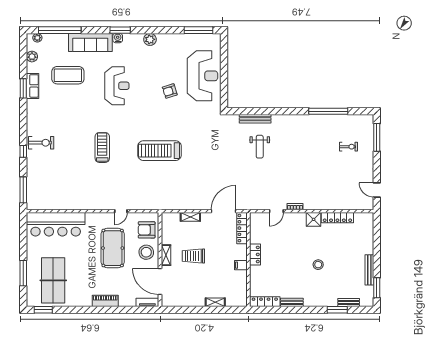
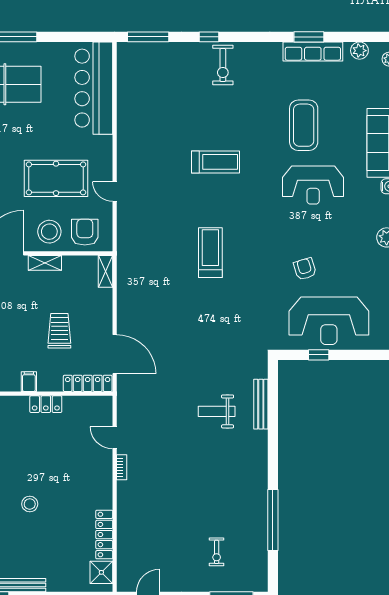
coffee table: (68, 75) -> (304, 125), moved
window: (224, 82) -> (319, 355), added
row of seats: (33, 86) -> (313, 51), width x1.48
treadmill: (159, 151) -> (210, 253), width x0.73, depth x0.73
shelving: (190, 217) -> (105, 271), moved
shower: (314, 219) -> (101, 572), moved
trolley: (193, 256) -> (59, 331), moved

